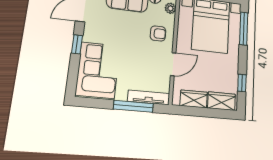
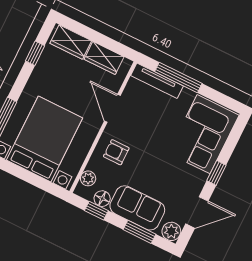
door: (173, 64) -> (112, 108), hinge flipped

